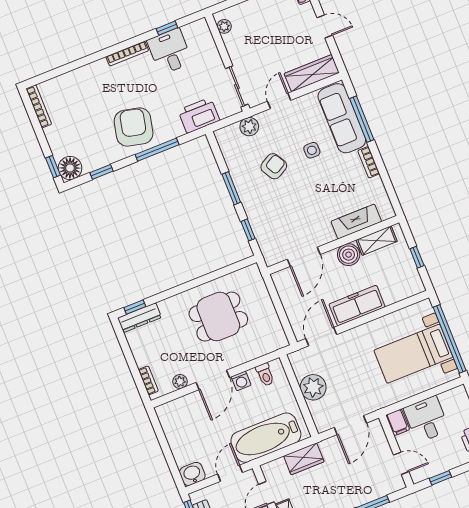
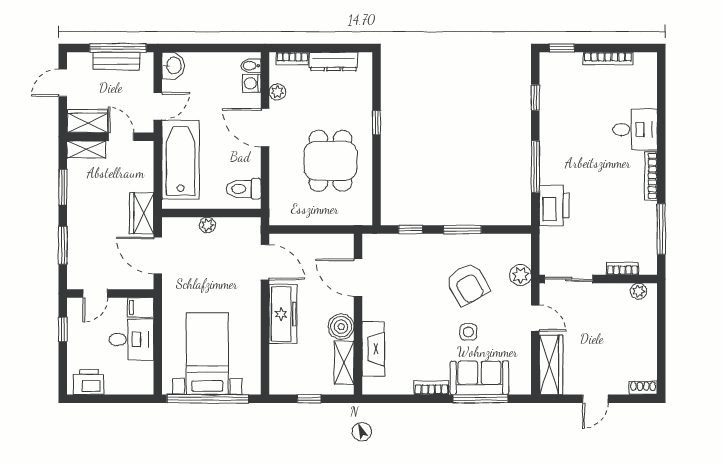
window: (167, 28) -> (661, 229), width x2.17
bookcase: (211, 47) -> (622, 269), added
desk: (170, 51) -> (635, 130), moved
bookcase: (39, 106) -> (608, 58), moved
printer: (199, 115) -> (554, 205), moved
sofa: (342, 118) -> (479, 378), width x0.73
armchair: (134, 127) -> (570, 151), removed
armchair: (274, 166) -> (468, 284), width x1.38, depth x1.38
floor lamp: (70, 168) -> (553, 66), removed
window: (135, 307) -> (376, 123), moved
dresser: (140, 318) -> (334, 61), moved, turned -90
toilet: (265, 375) -> (244, 189), width x1.37, depth x1.39
washing machine: (241, 381) -> (252, 83), moved
plant: (313, 387) -> (207, 225), width x0.53, depth x0.53
bidet: (167, 411) -> (251, 66), added
wardrobe: (304, 459) -> (142, 213), moved
door: (230, 473) -> (158, 106), hinge flipped

